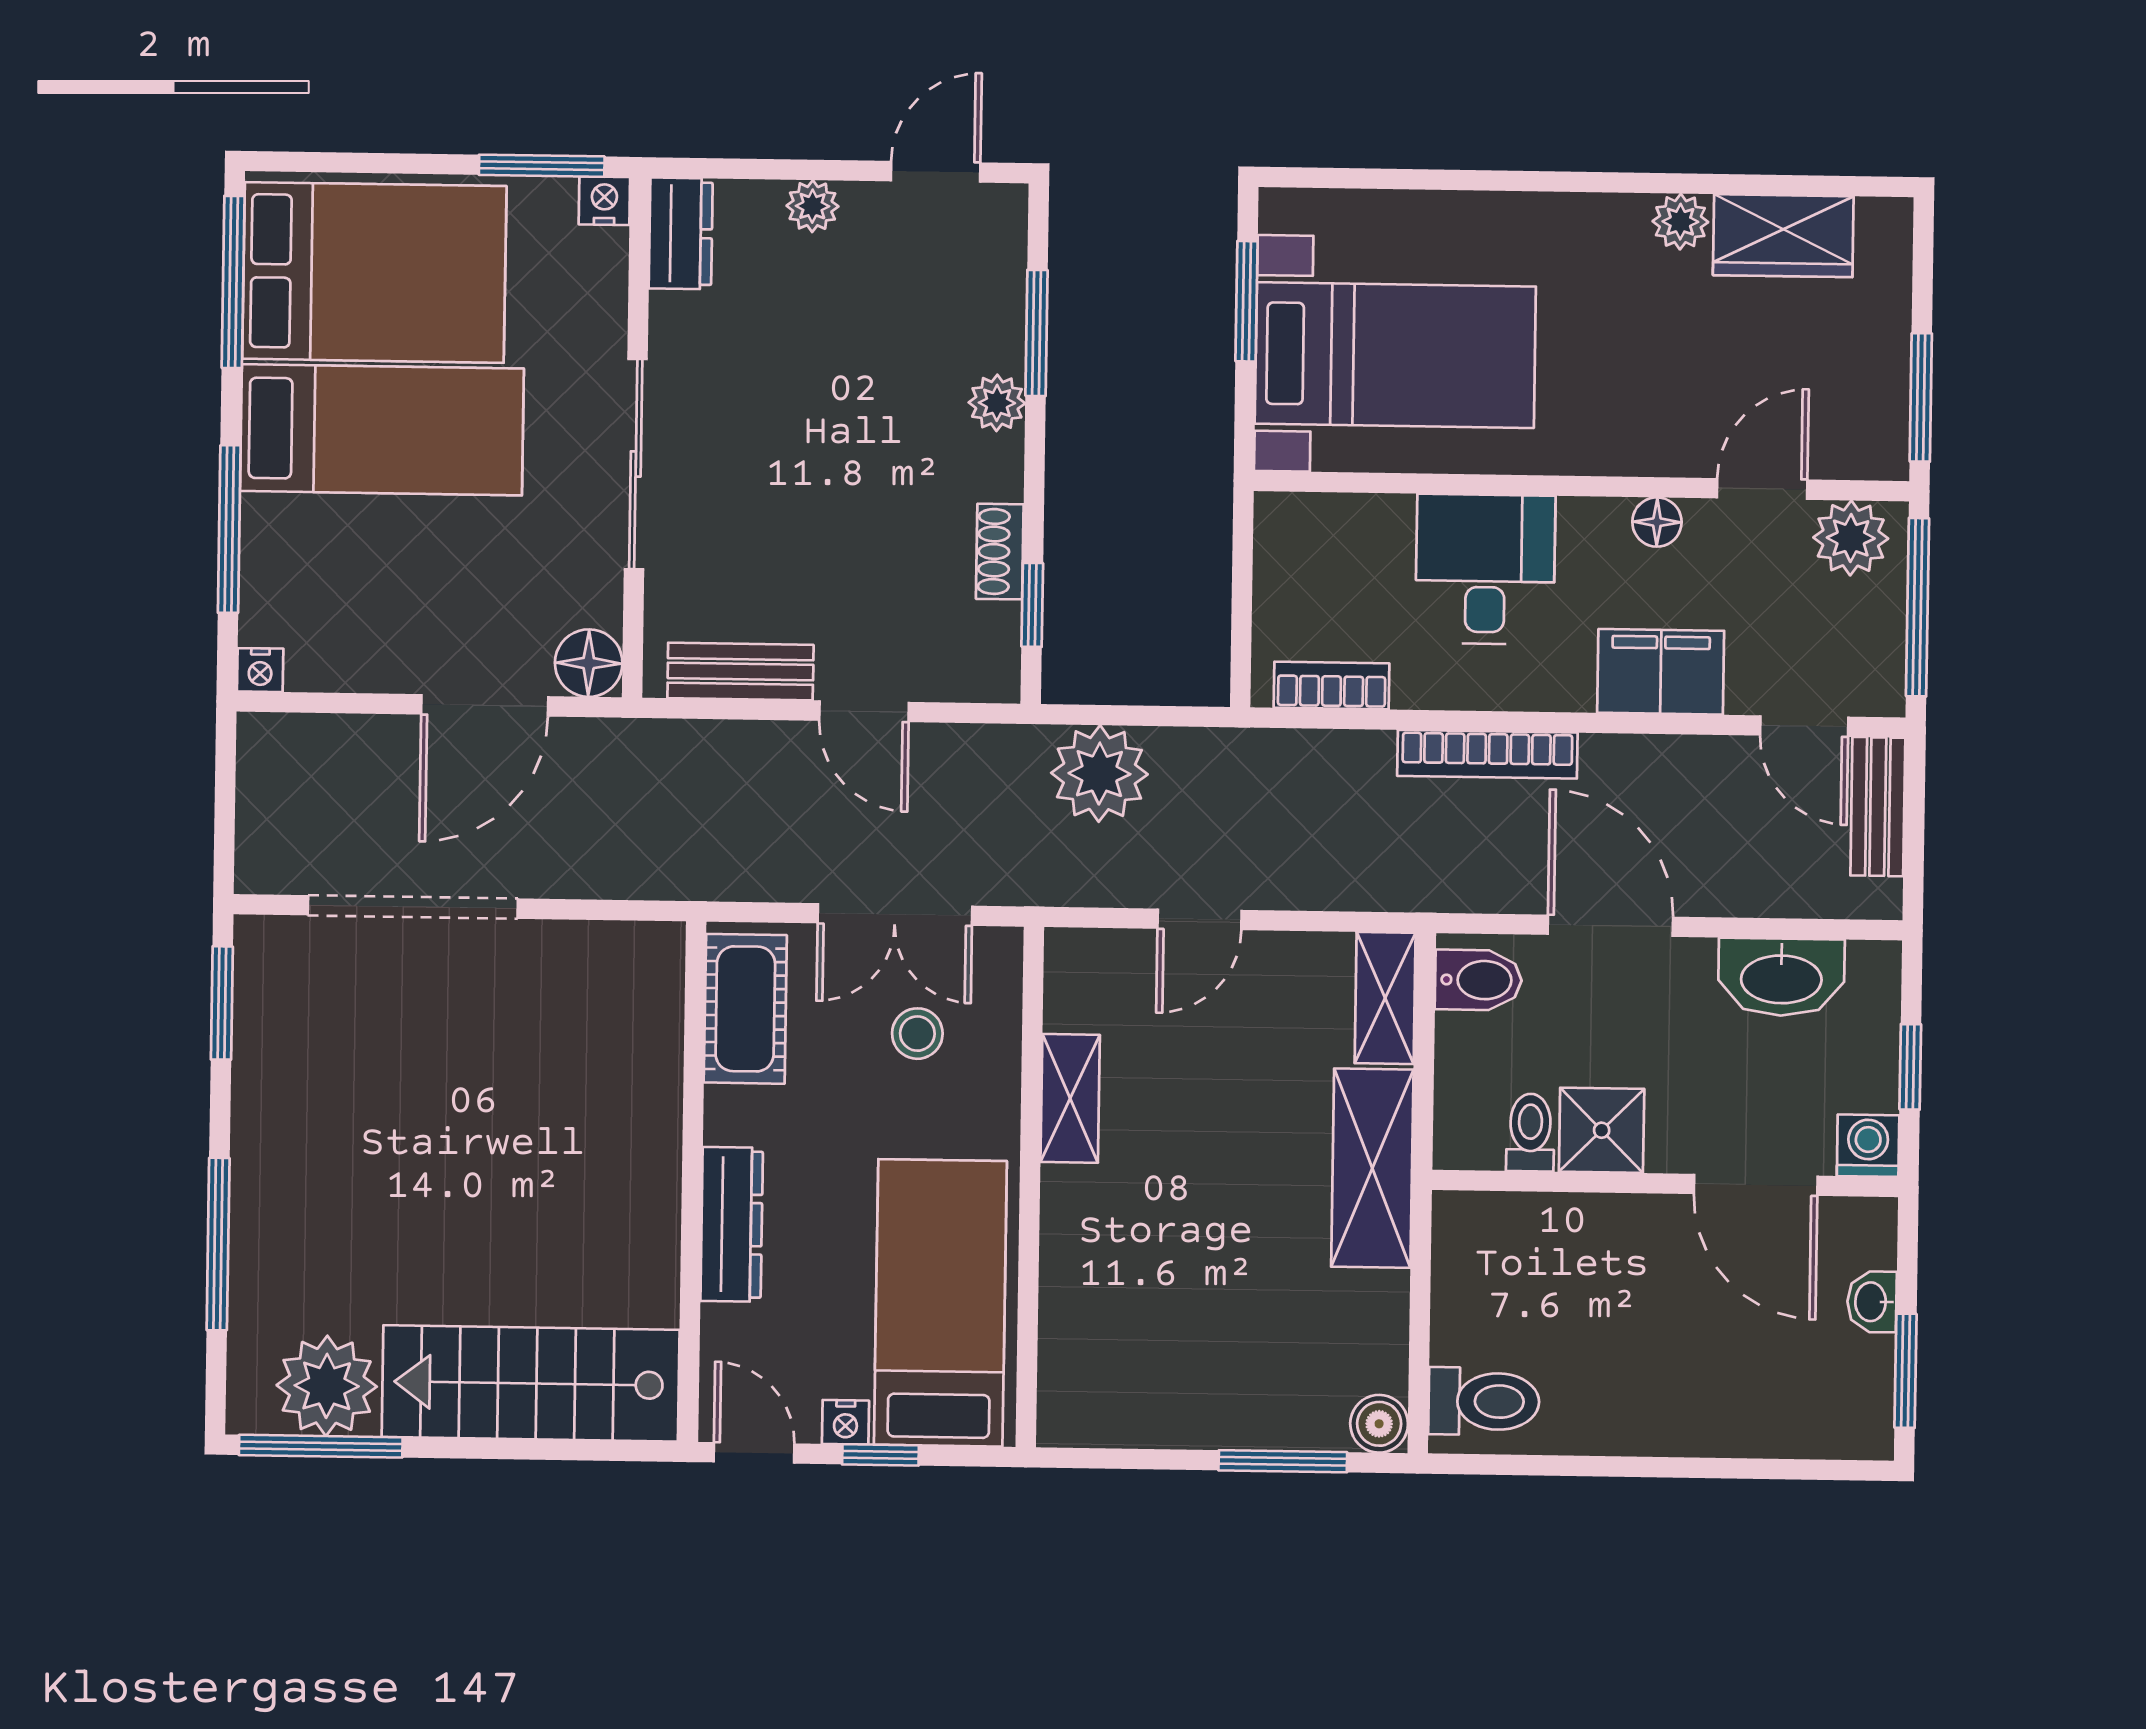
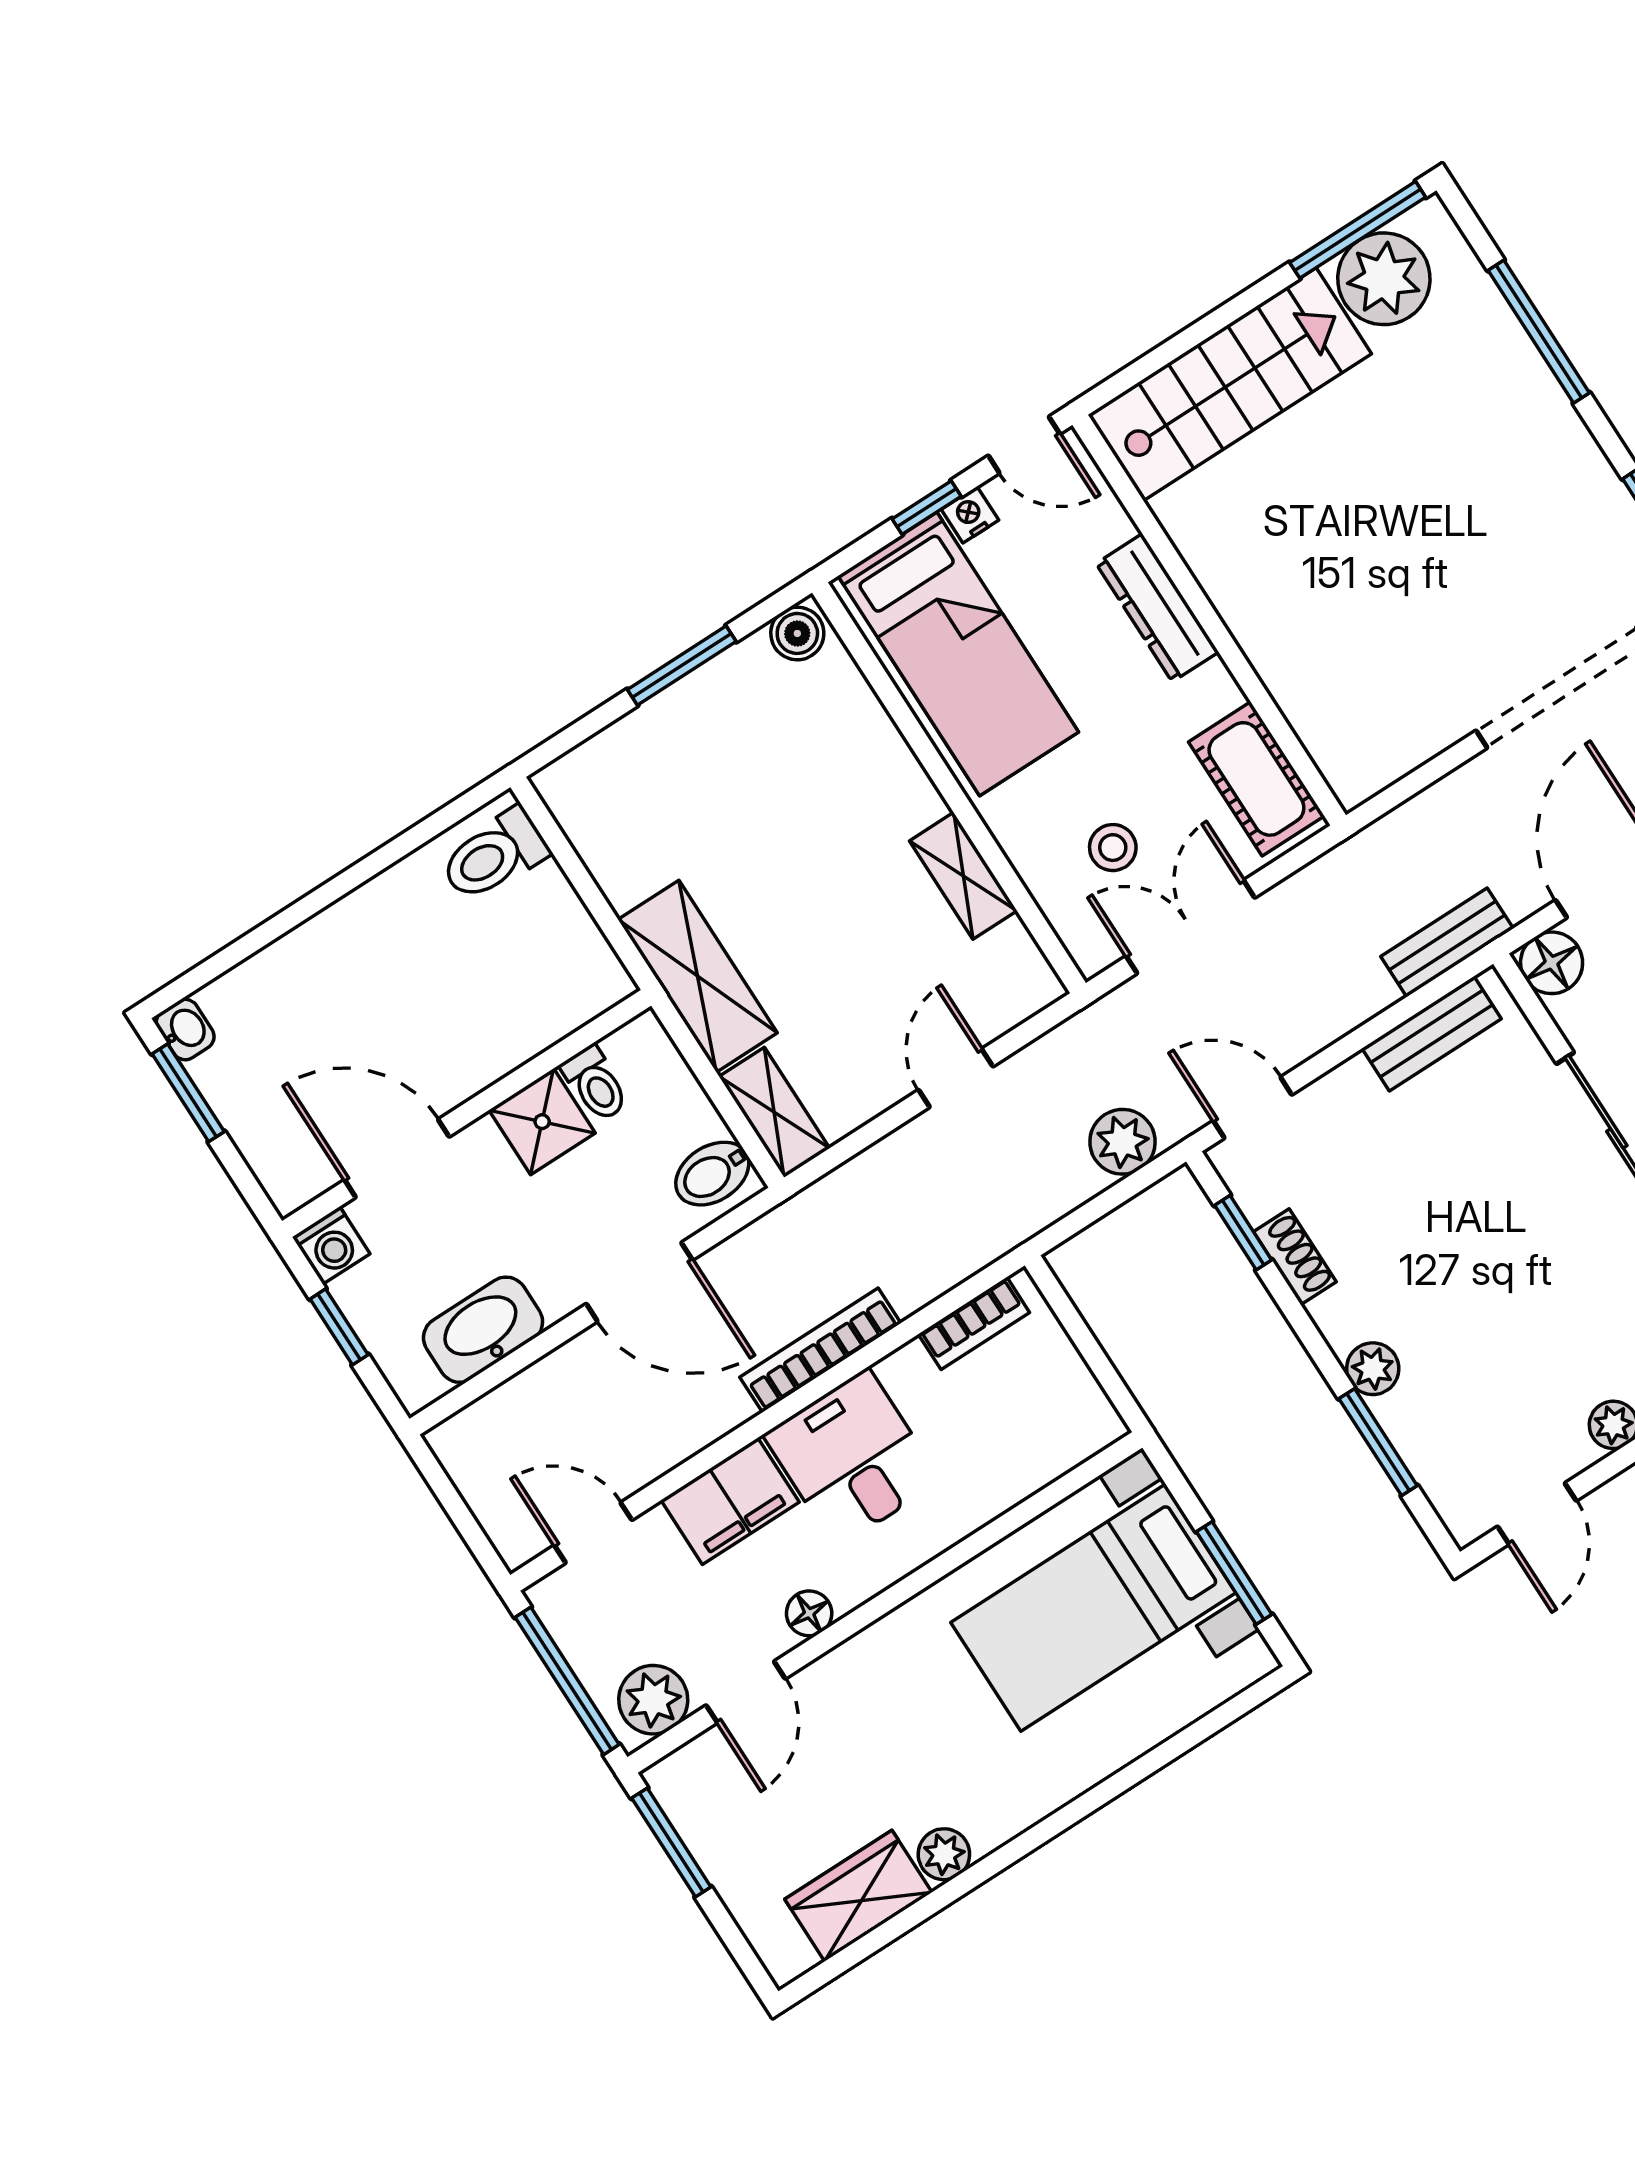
desk: (1485, 569) -> (852, 1458), moved, turned 180
door: (864, 711) -> (1253, 1108), moved
plant: (1099, 774) -> (1122, 1142), width x0.73, depth x0.73
bench: (1878, 807) -> (1447, 942), moved, turned 90
washbasin: (1872, 1302) -> (185, 1030), moved
boiler: (1379, 1424) -> (797, 633), moved
window: (1283, 1461) -> (682, 665), moved

